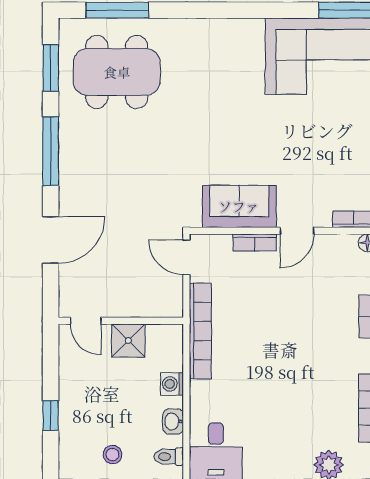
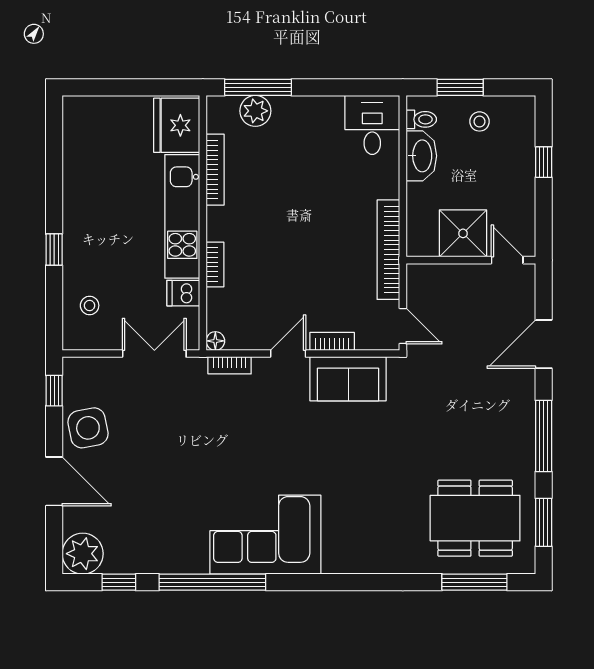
shower: (128, 341) -> (463, 233), width x1.36, depth x1.36
washing machine: (172, 384) -> (418, 195), removed
washbasin: (173, 421) -> (421, 156), width x1.91, depth x1.45

